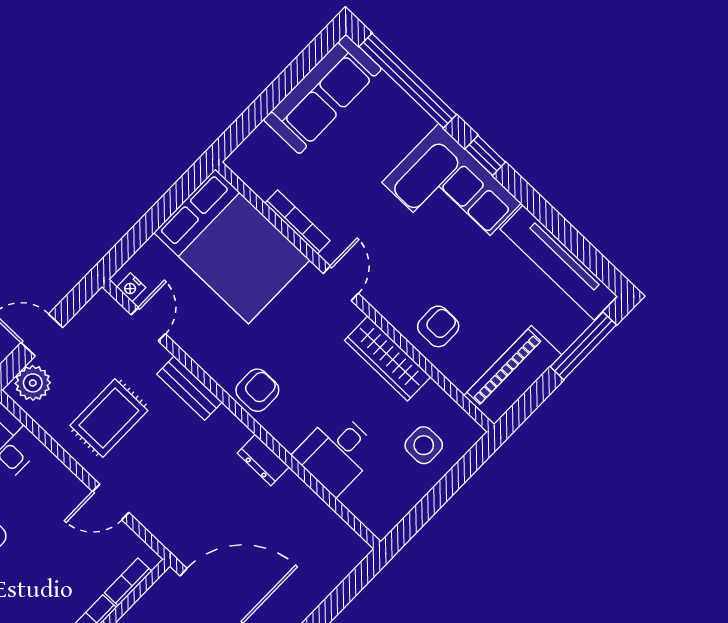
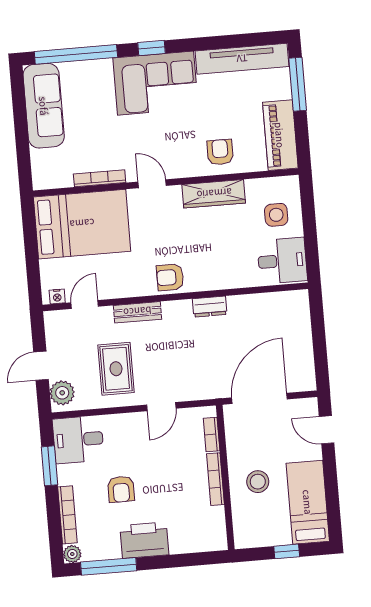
door: (148, 324) -> (85, 304), hinge flipped
armchair: (257, 390) -> (170, 277), turned -90
desk: (336, 453) -> (282, 261), moved, turned -90

